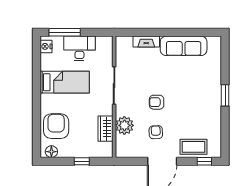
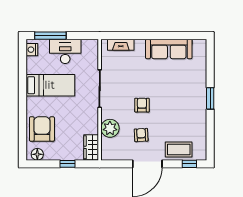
fireplace: (146, 42) -> (121, 45), moved
armchair: (157, 102) -> (142, 105), turned 90
wardrobe: (106, 129) -> (91, 147), moved

